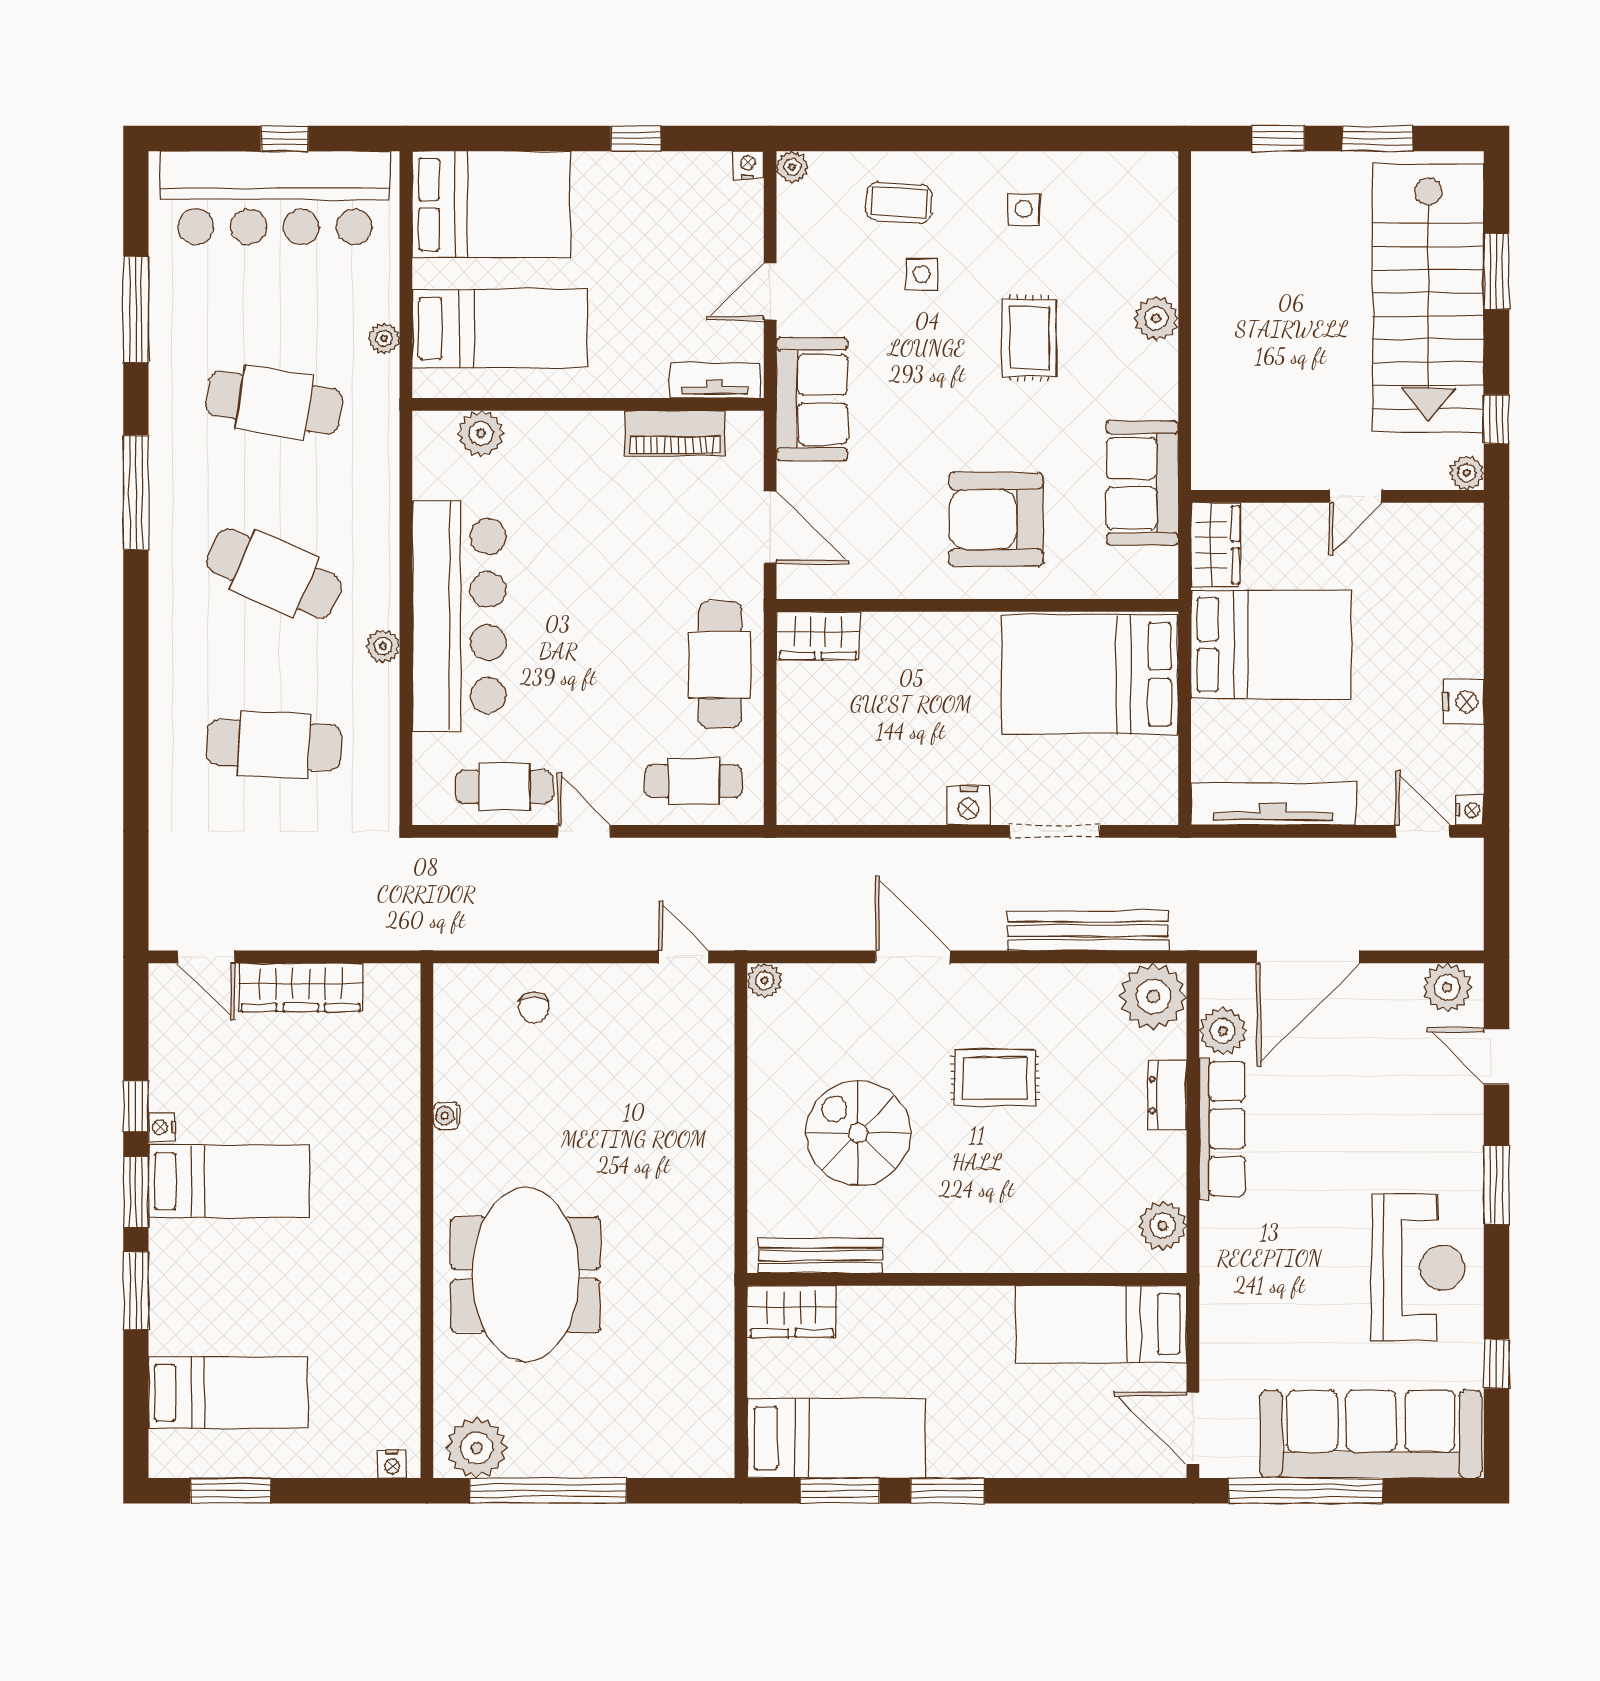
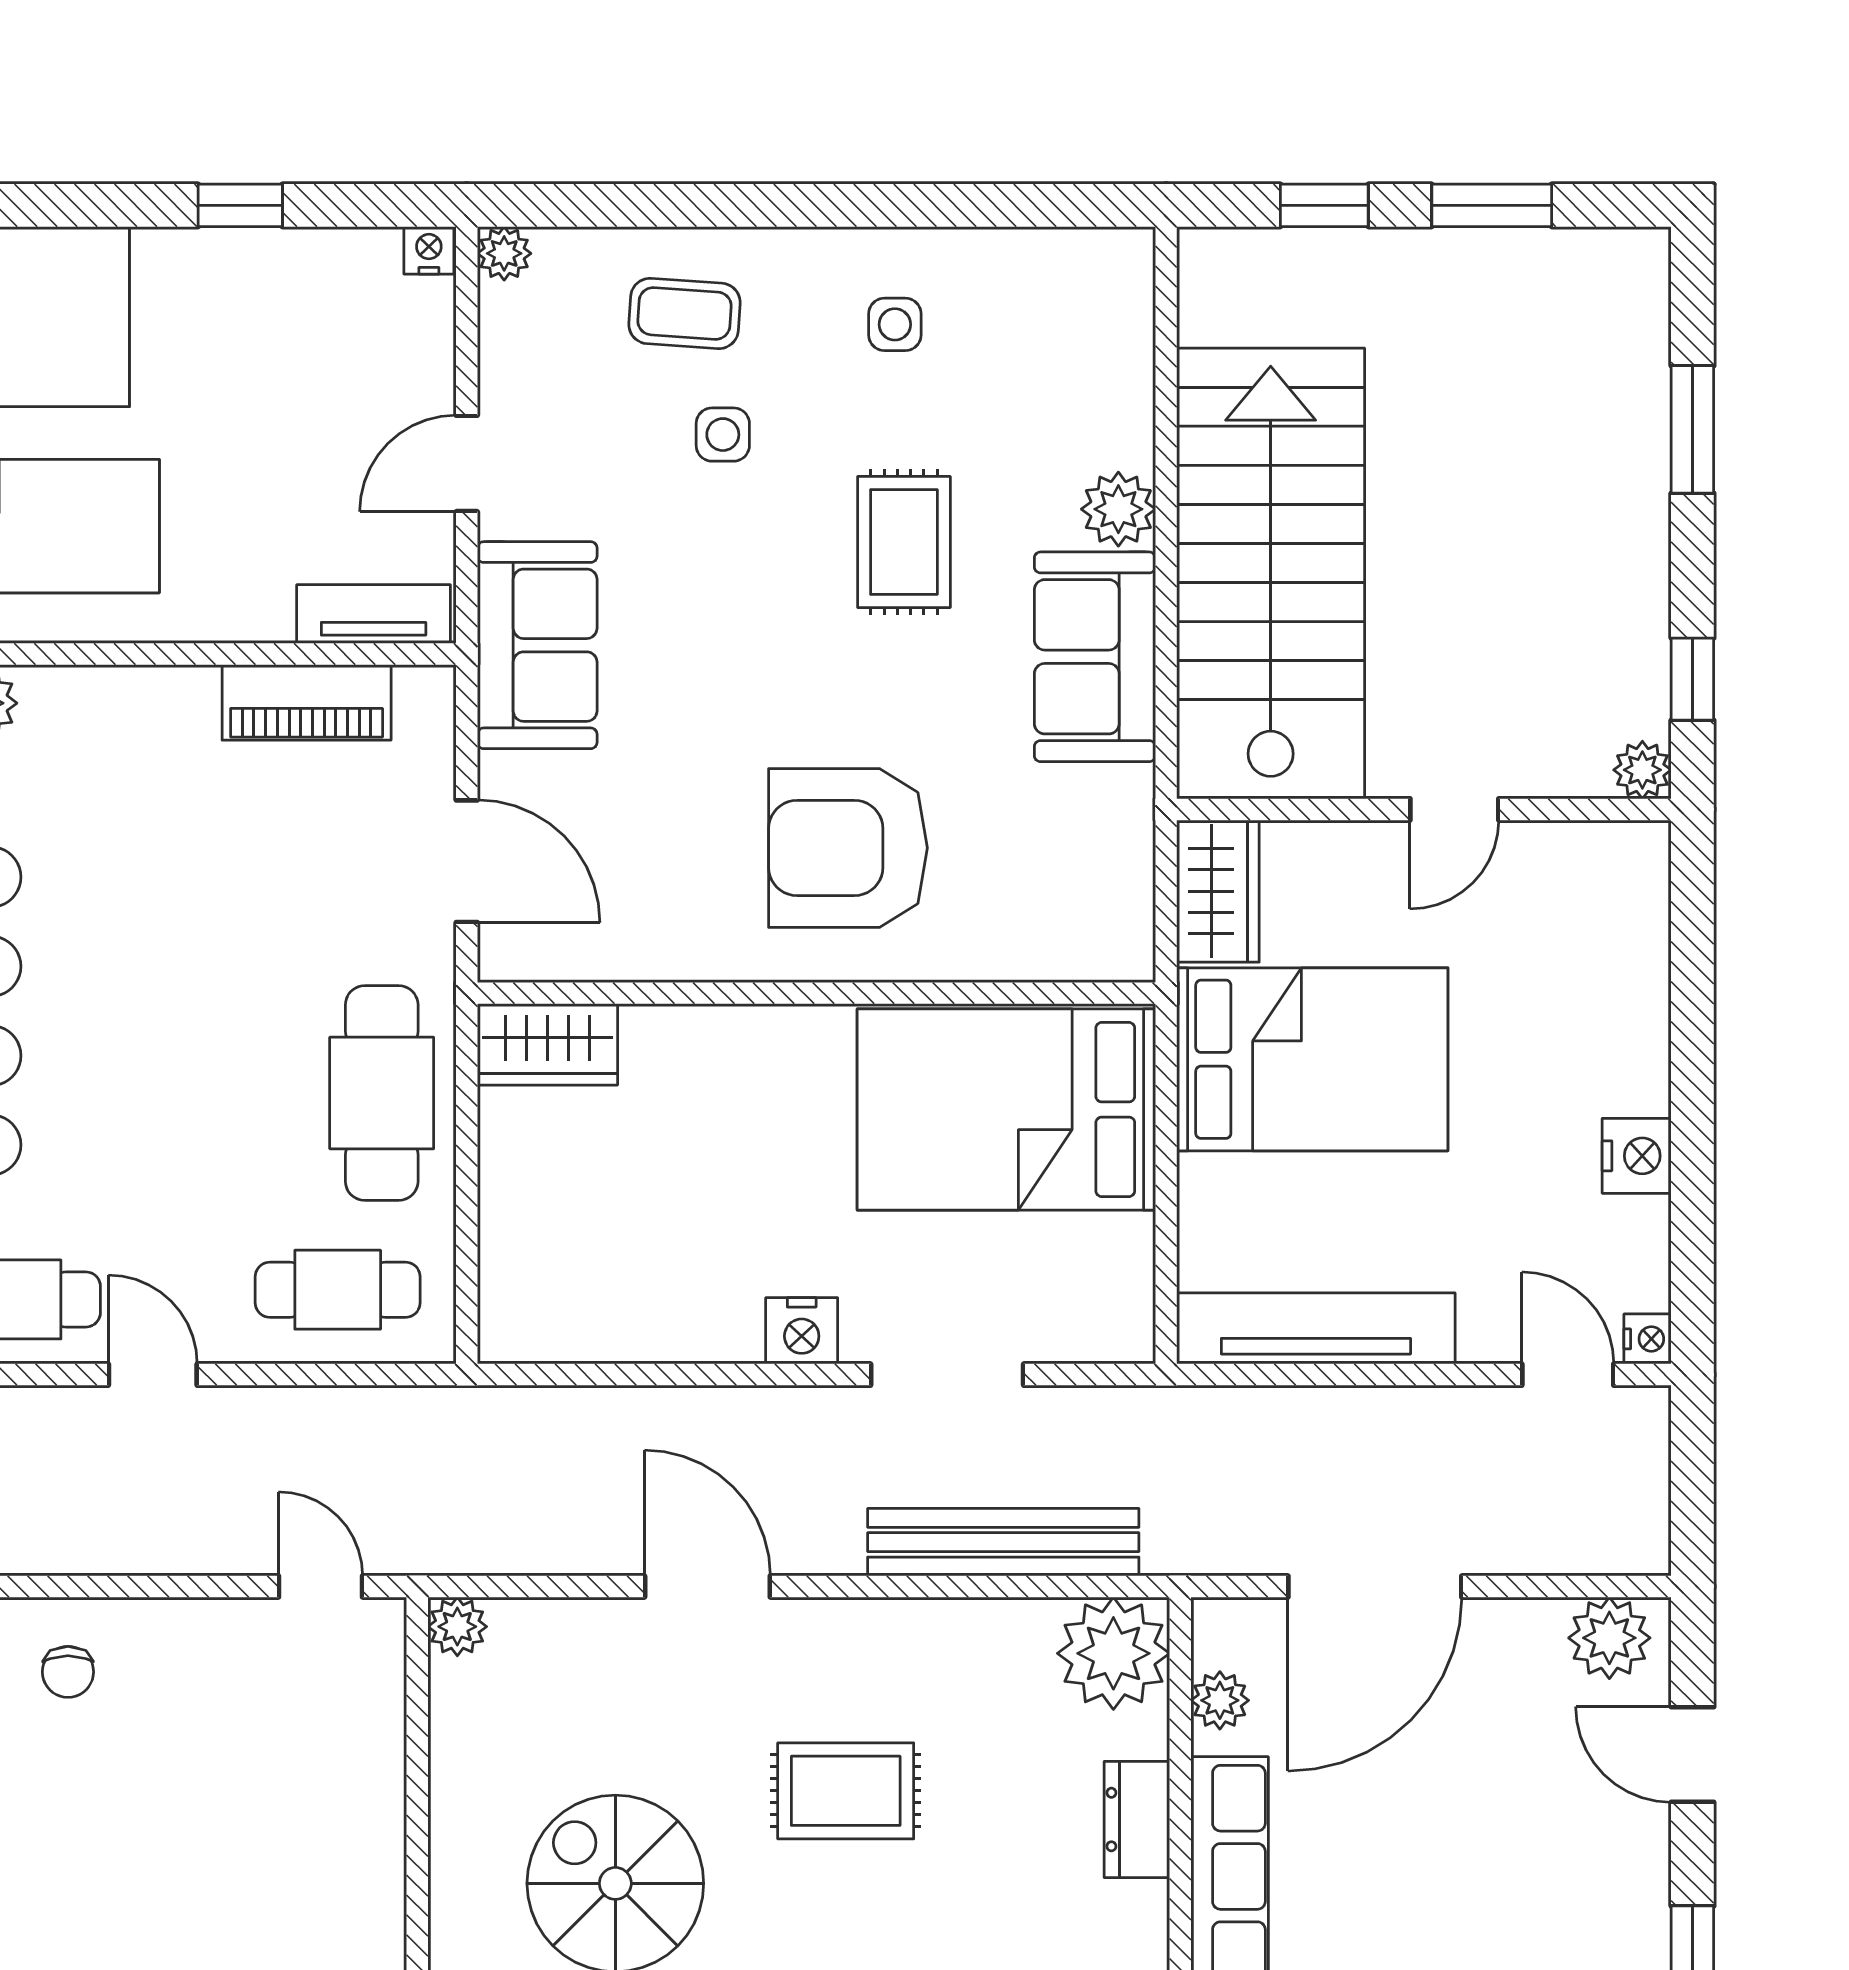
stairs: (1428, 298) -> (1271, 573), moved, turned 180
sofa: (1142, 483) -> (1095, 657), moved
plant: (1223, 1031) -> (1220, 1700), width x0.73, depth x0.73

